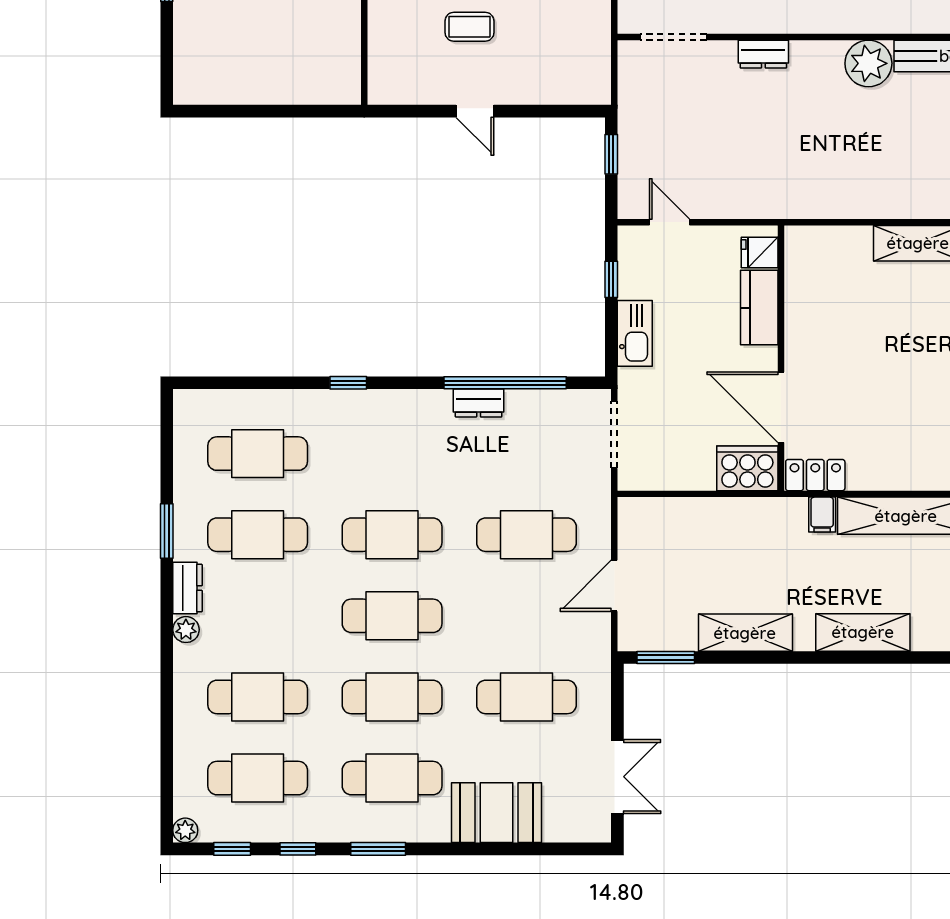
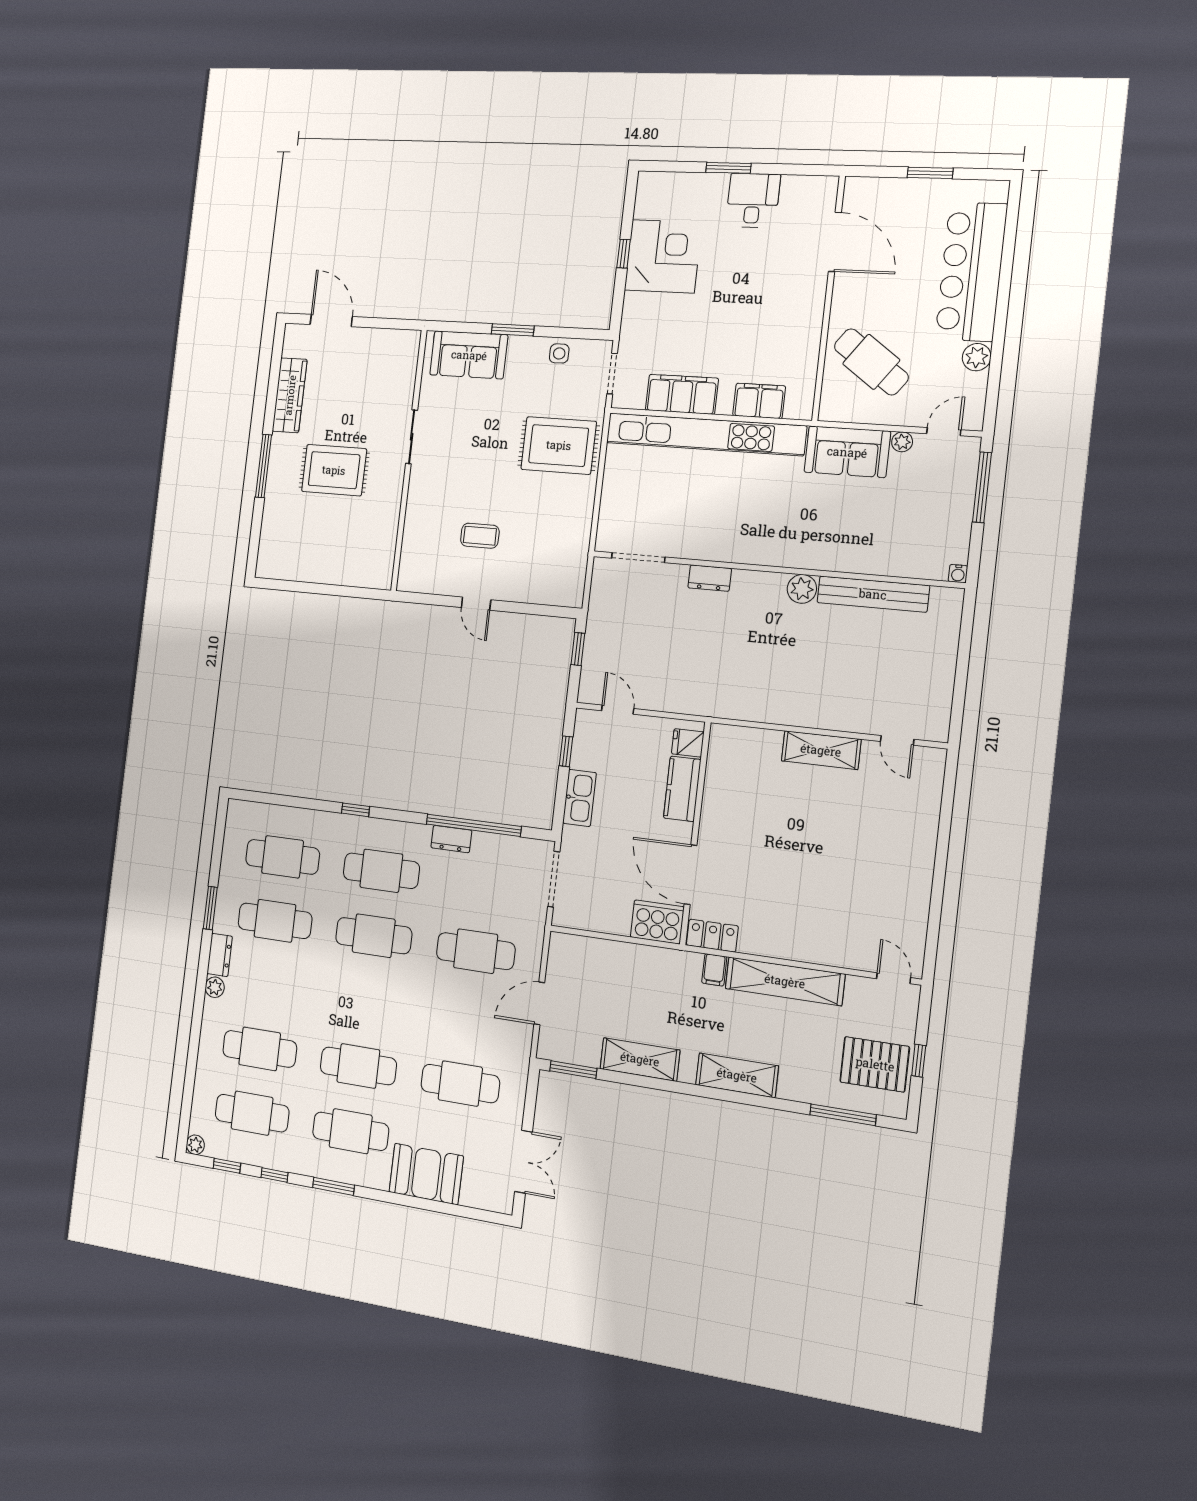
plant: (868, 63) -> (802, 589), width x0.73, depth x0.73
cafe table: (392, 616) -> (381, 871), moved

